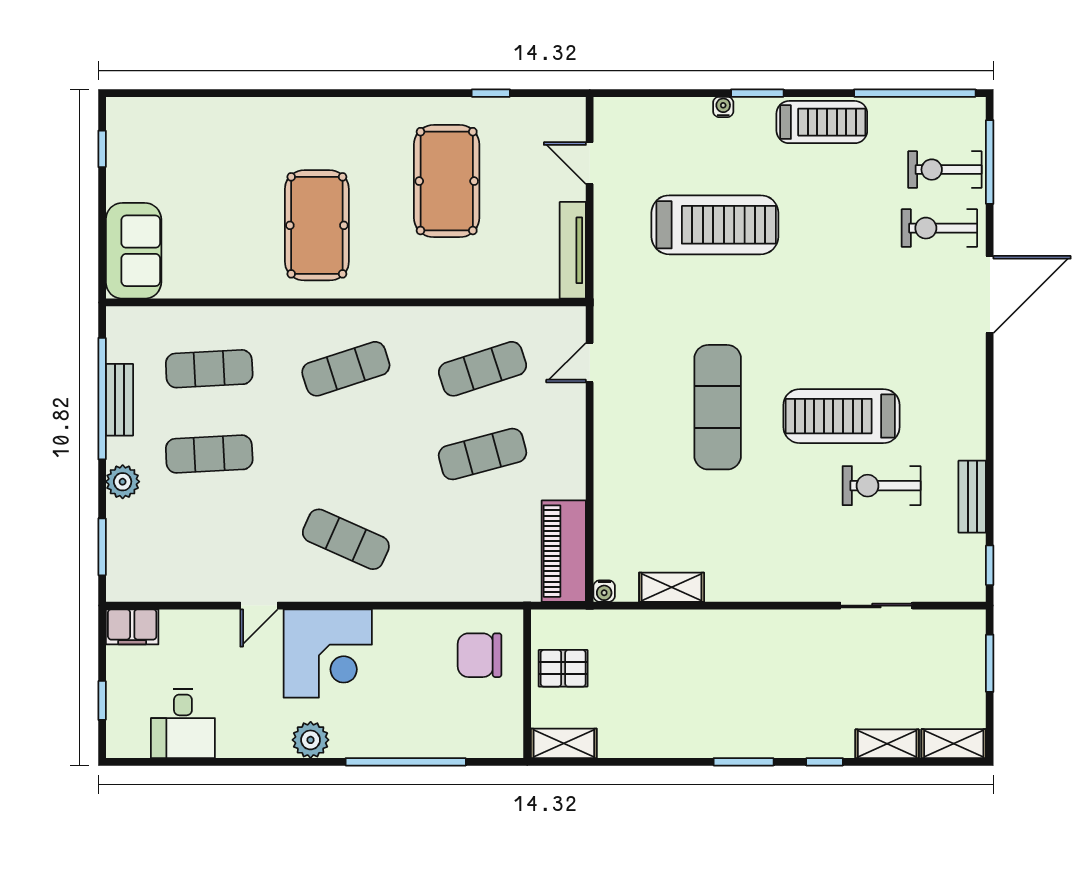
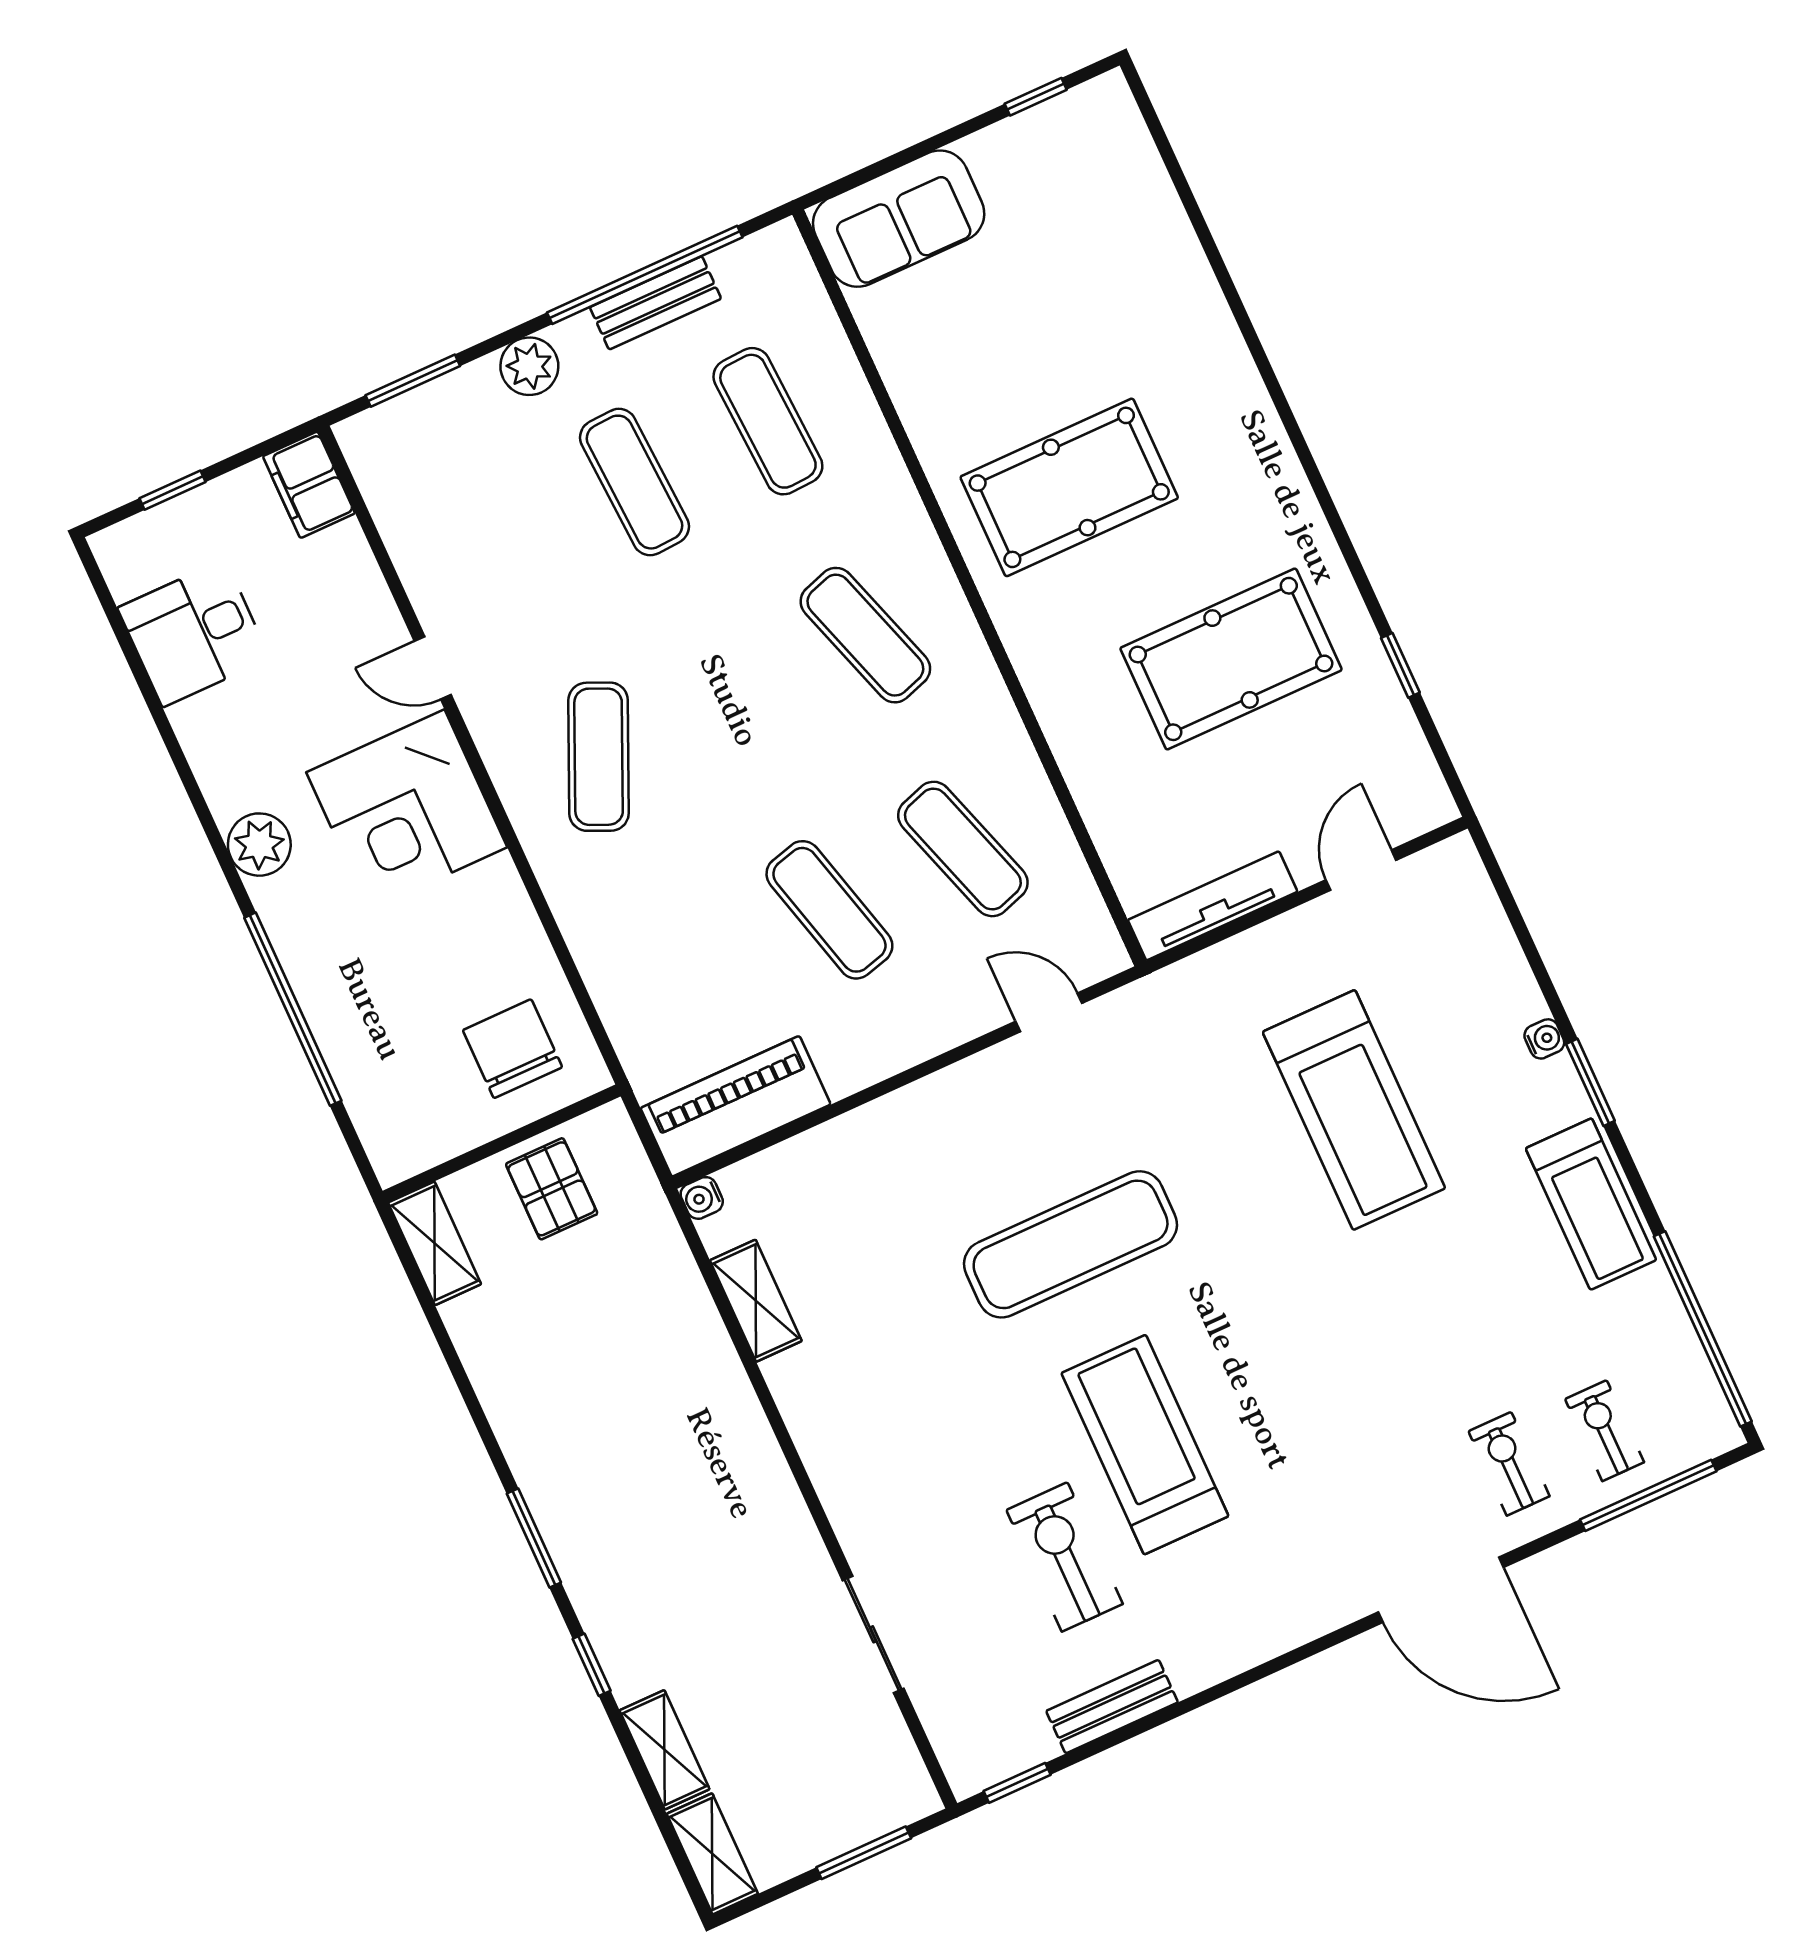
exercise bike: (945, 170) -> (1605, 1431), width x0.73, depth x0.72
exercise bike: (939, 228) -> (1509, 1464), width x0.73, depth x0.72

